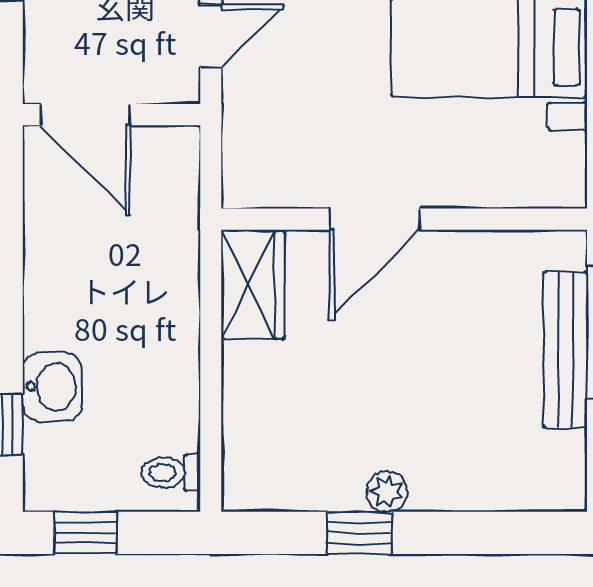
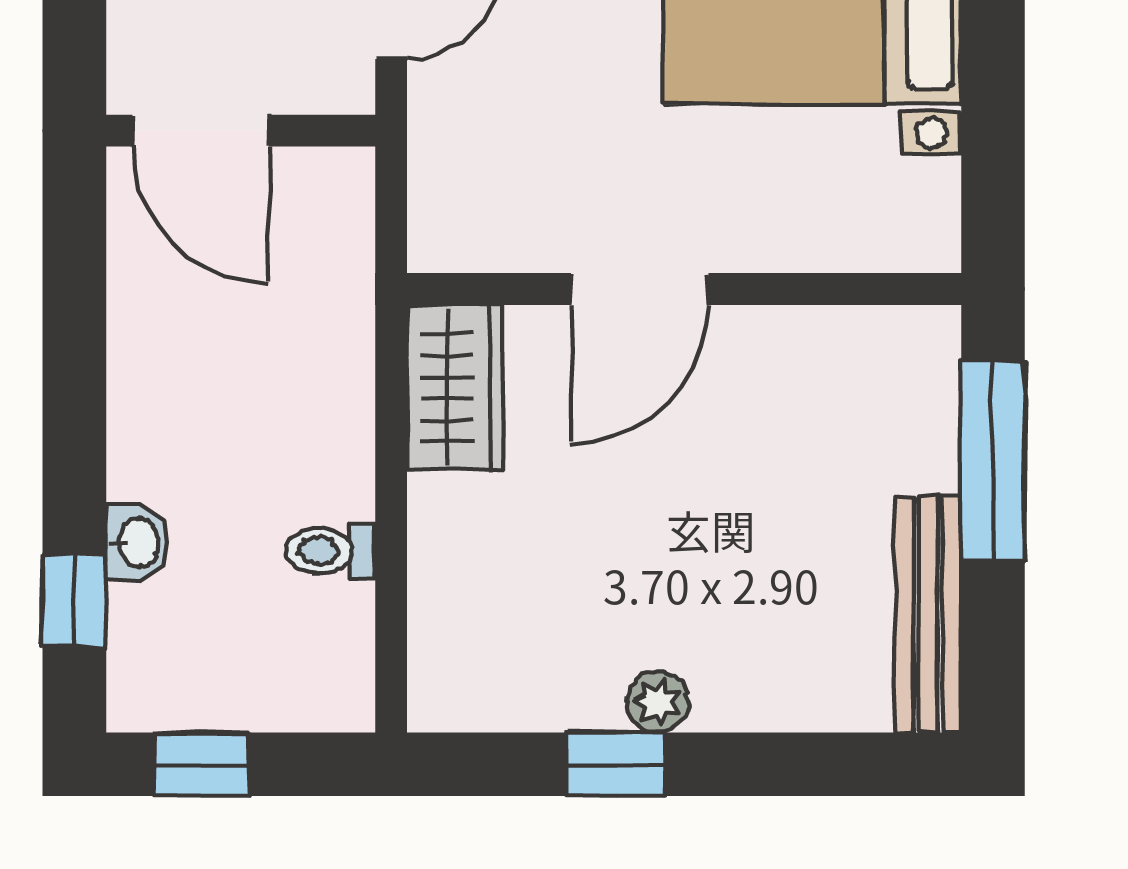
bench: (565, 350) -> (928, 614), moved
washbasin: (52, 387) -> (137, 543), width x0.72, depth x0.69
toilet: (171, 473) -> (331, 551), moved

